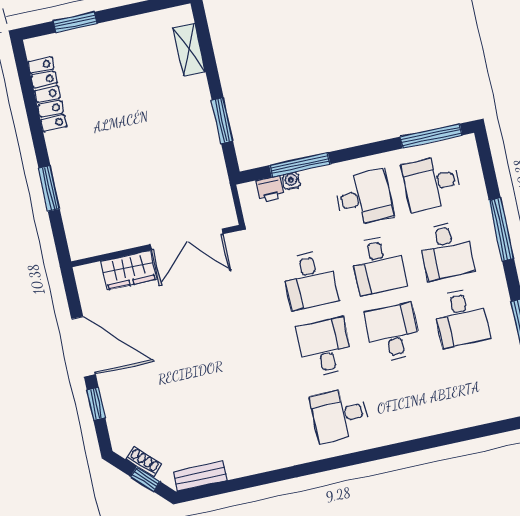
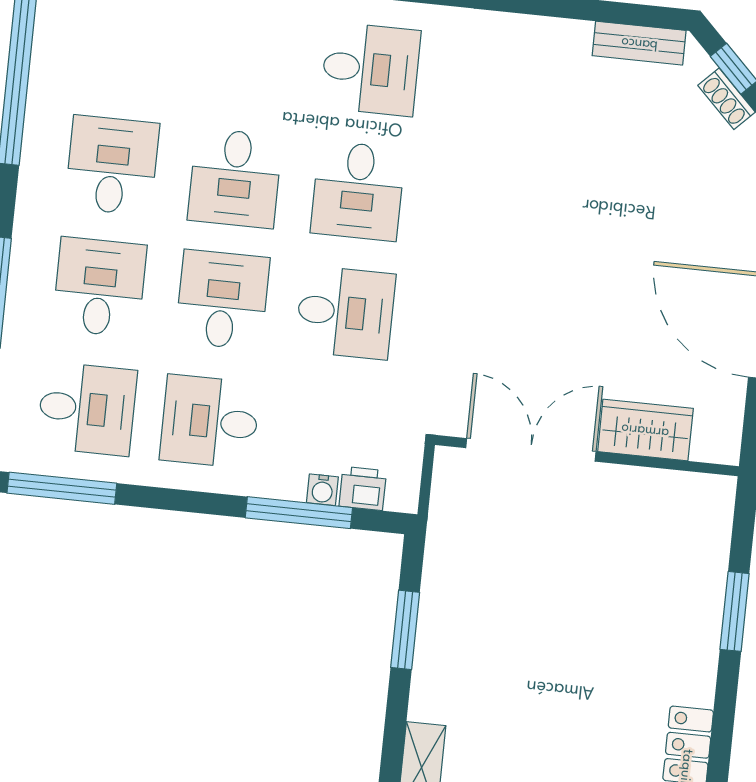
desk: (310, 280) -> (345, 313), turned 90

